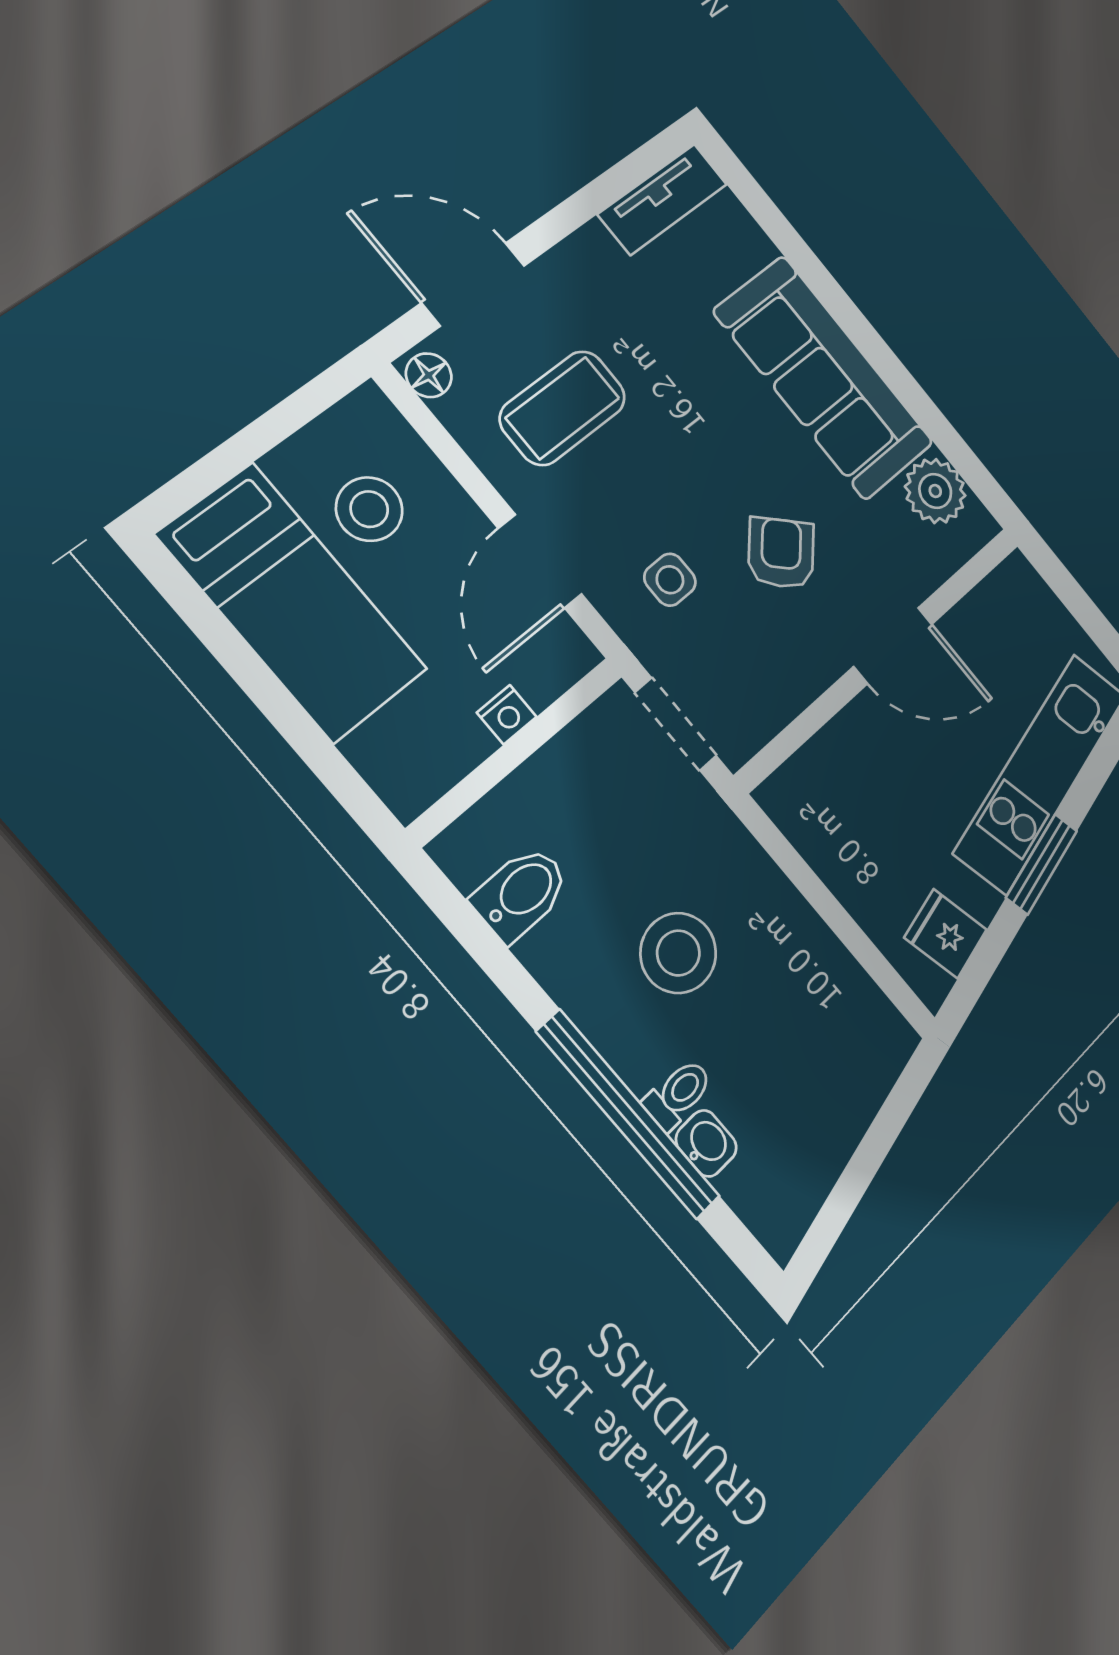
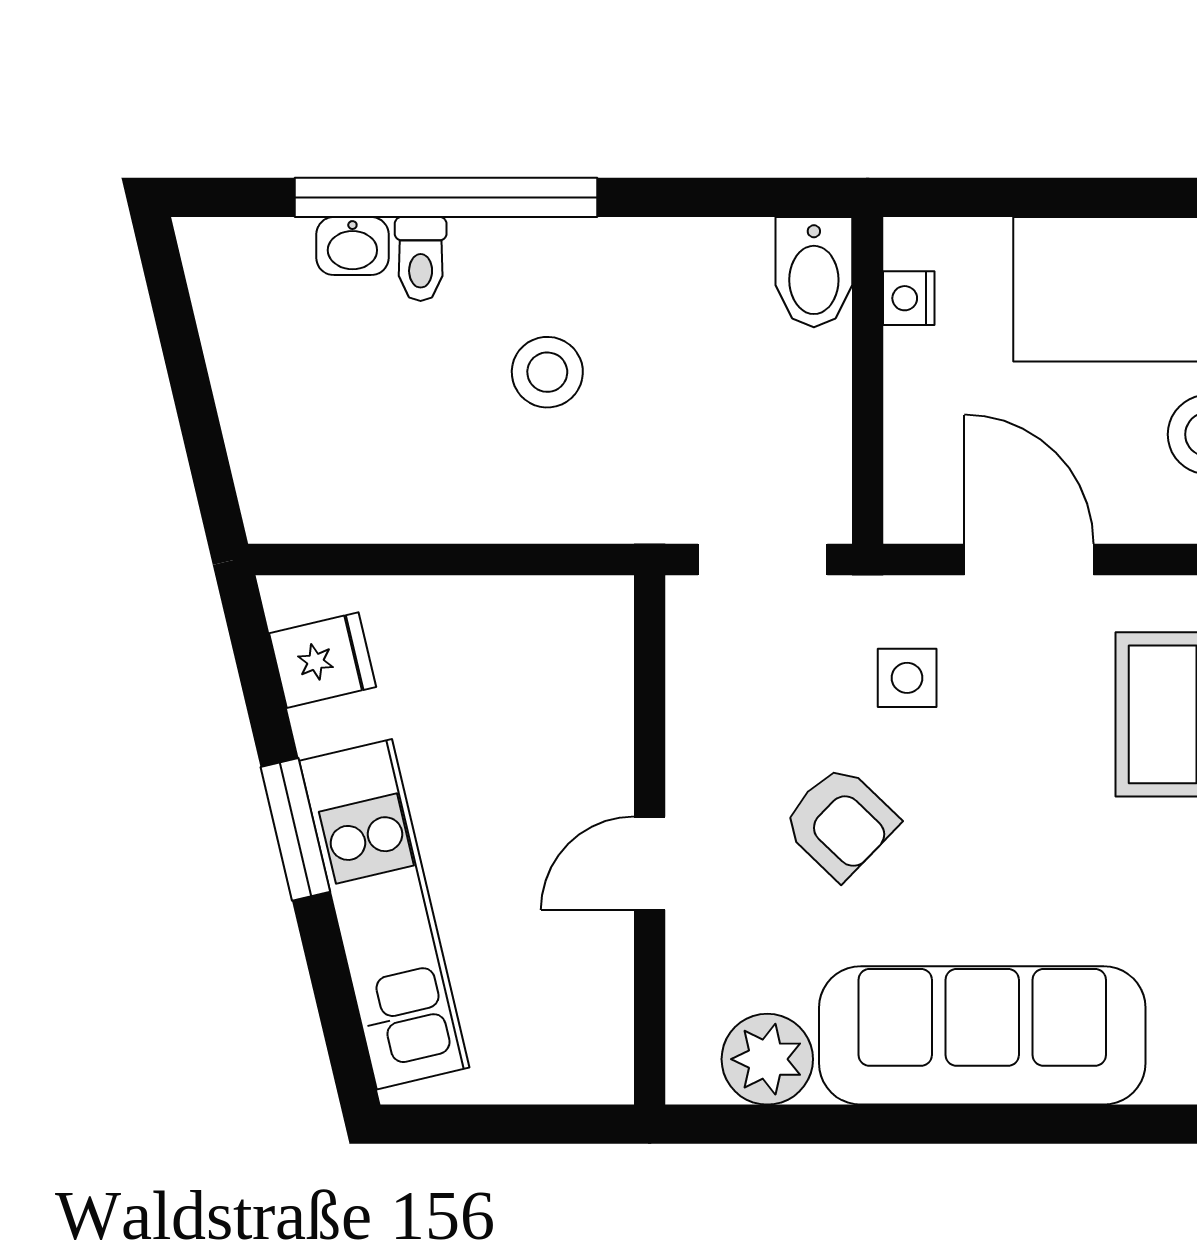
door: (893, 645) -> (650, 863), width x0.73
nightstand: (507, 715) -> (909, 298), moved
bidet: (521, 893) -> (814, 272), moved
stool: (678, 953) -> (547, 372), width x0.73, depth x0.73

